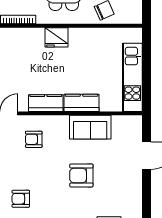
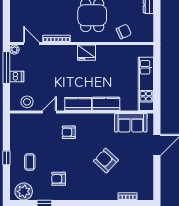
sofa: (90, 127) -> (131, 123), moved
armchair: (81, 175) -> (106, 161), turned 43

